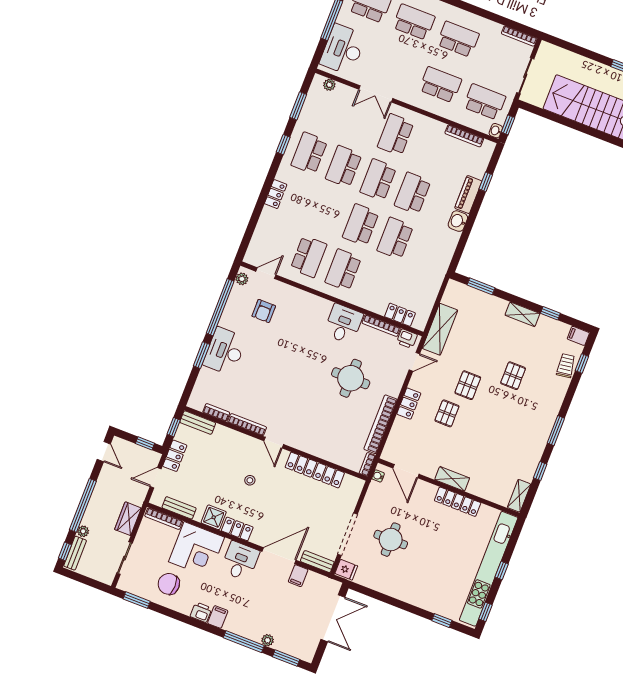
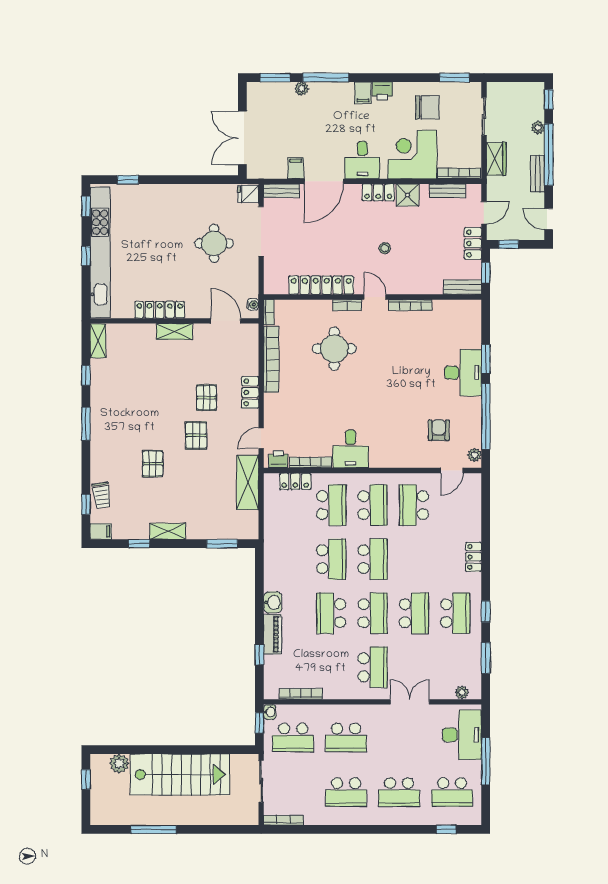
school desk: (413, 193) -> (331, 613), turned 180
school desk: (378, 283) -> (331, 505), added
round table: (351, 378) -> (334, 349), moved
bookcase: (216, 412) -> (347, 305), moved
bench: (75, 553) -> (537, 174), moved

